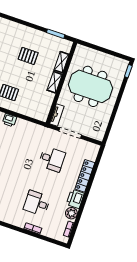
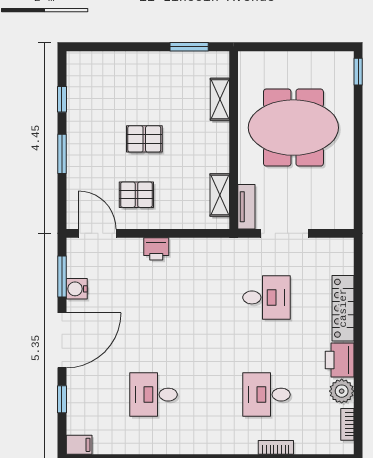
pallet: (28, 56) -> (144, 139), moved
shelving: (55, 82) -> (220, 195), moved

